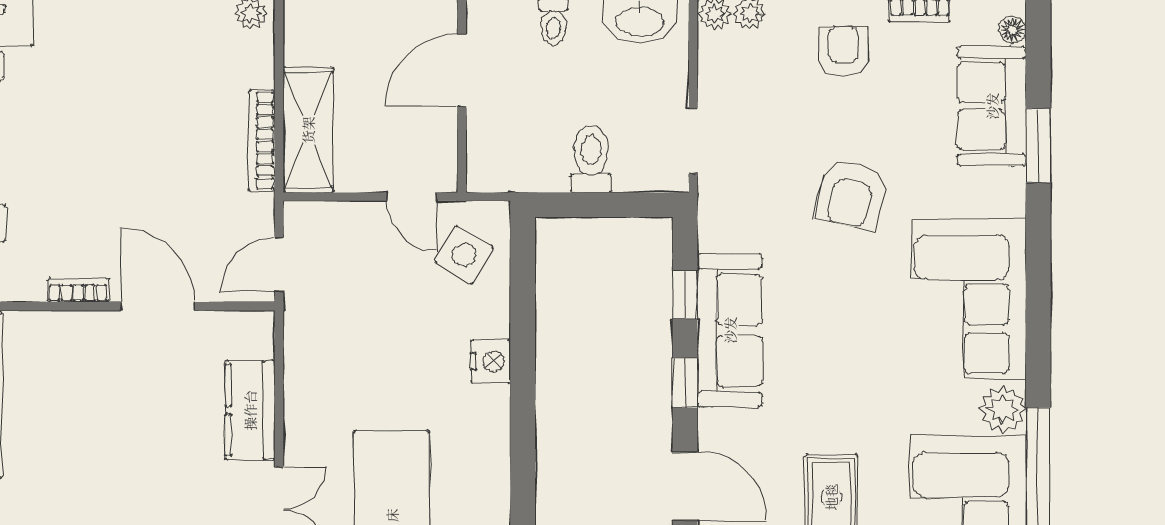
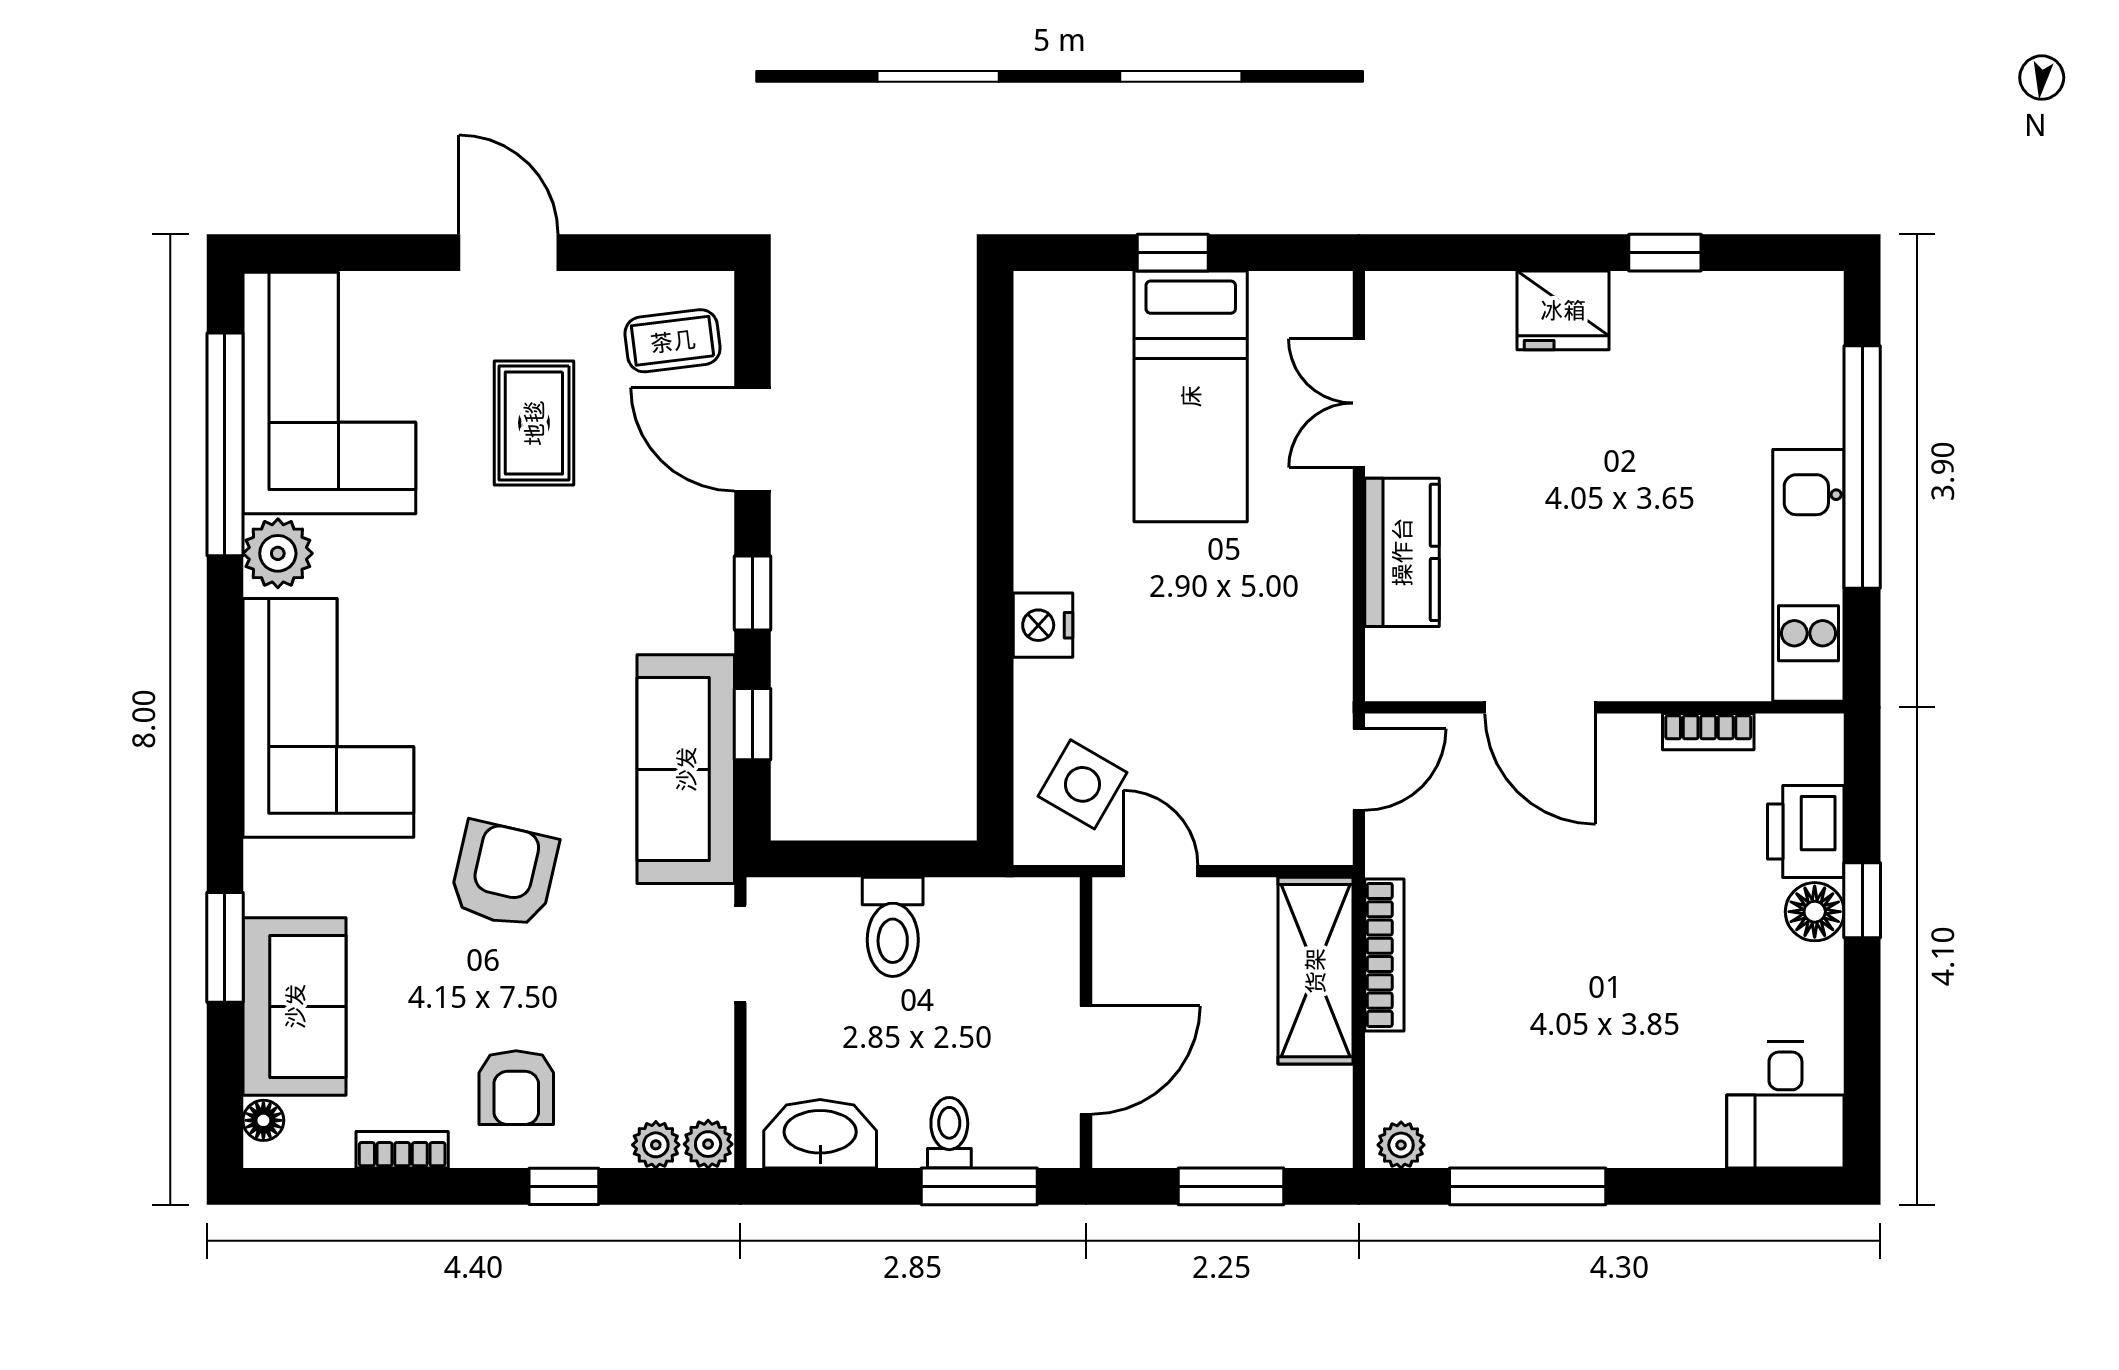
bookcase: (78, 290) -> (1708, 732), moved
sofa: (730, 330) -> (686, 769), moved

